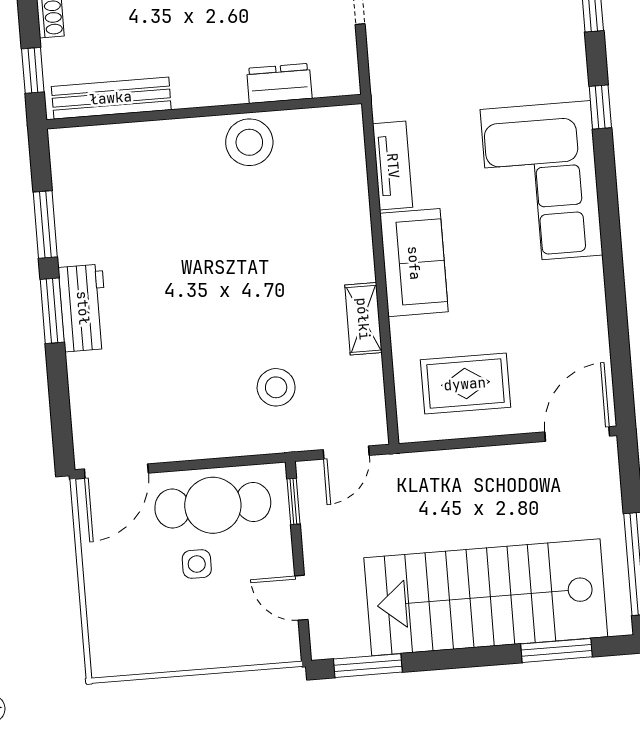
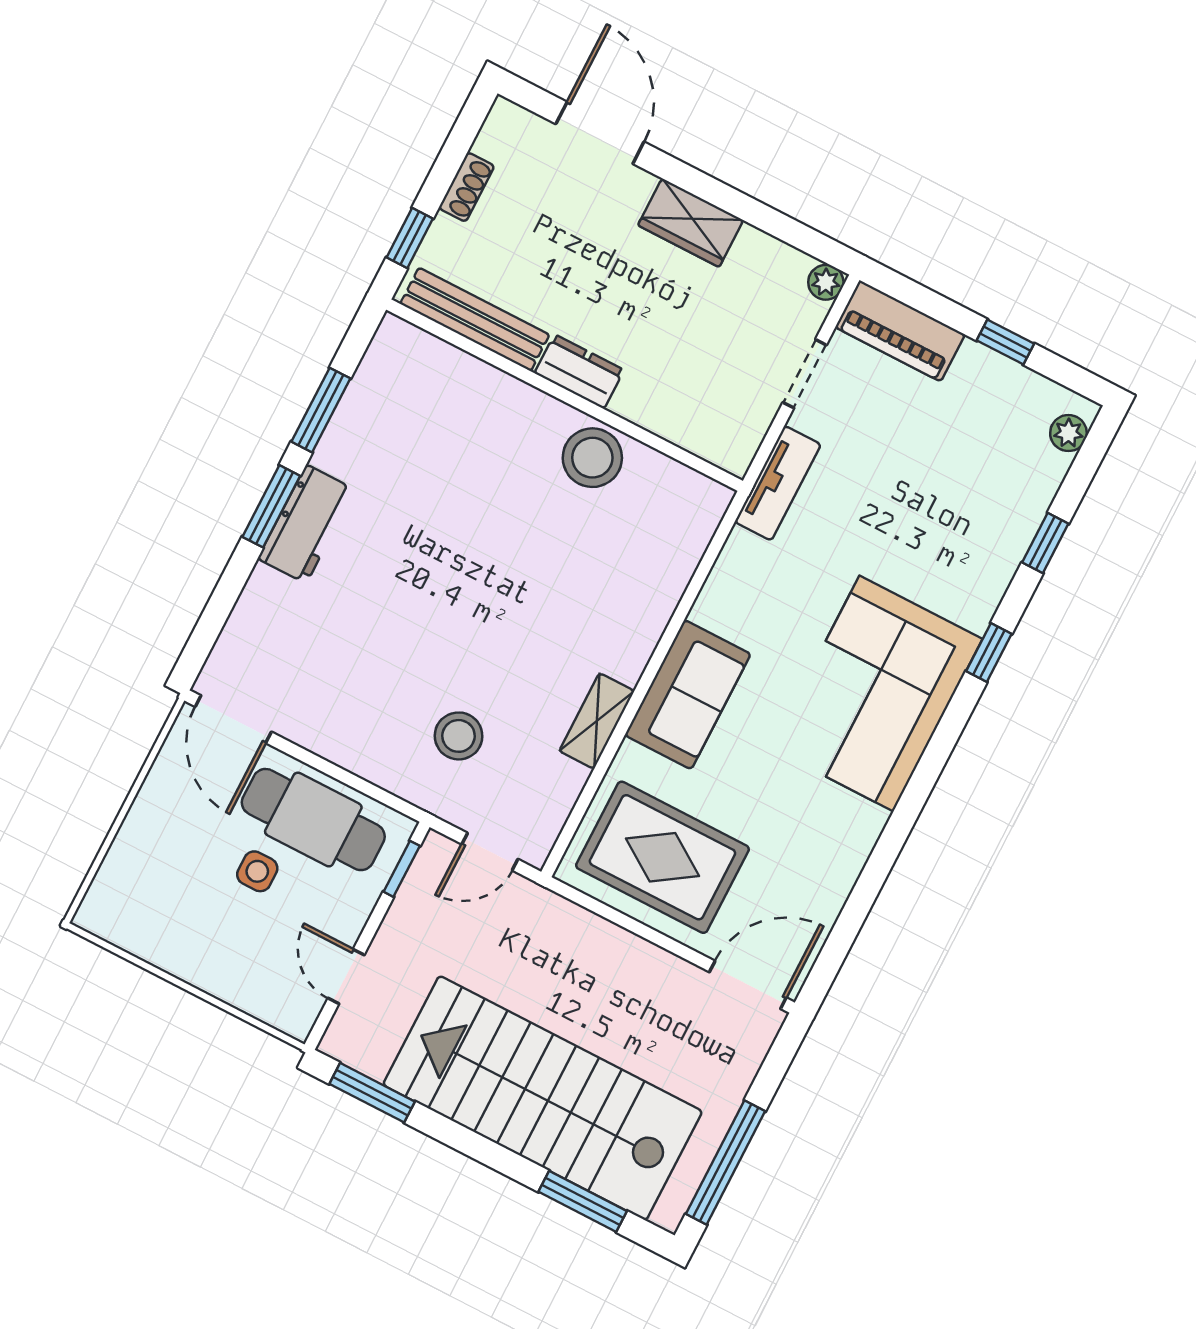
dresser: (279, 83) -> (579, 372), moved
tv unit: (393, 166) -> (778, 483), moved
rug: (465, 384) -> (662, 857), width x1.36, depth x1.43
door: (116, 471) -> (233, 719), hinge flipped

